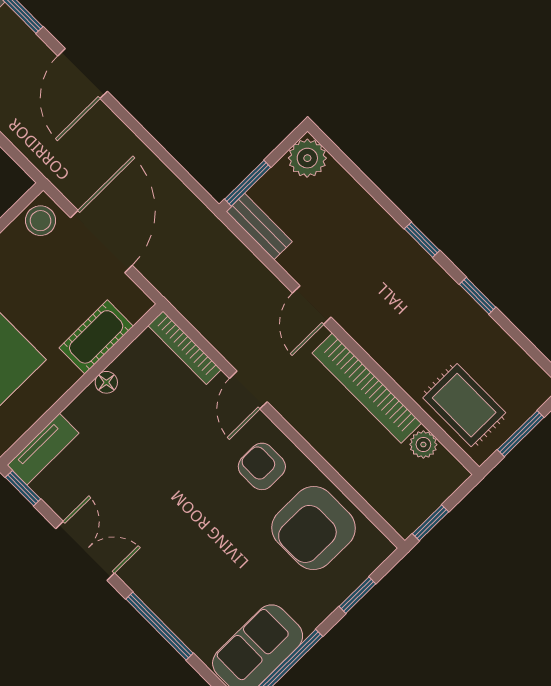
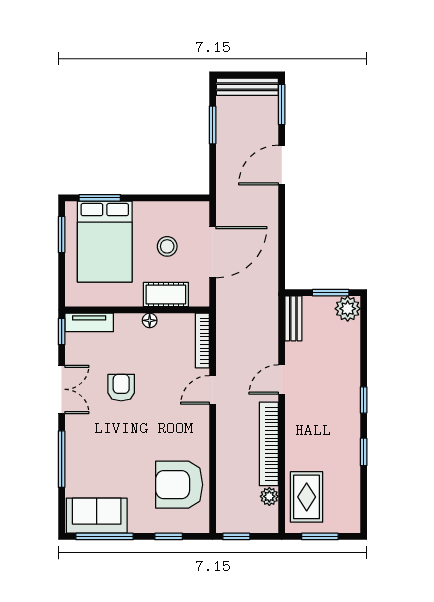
window: (248, 183) -> (331, 293), moved
stool: (41, 221) -> (167, 246), moved
armchair: (262, 466) -> (121, 388), moved

